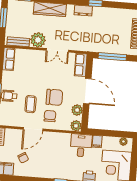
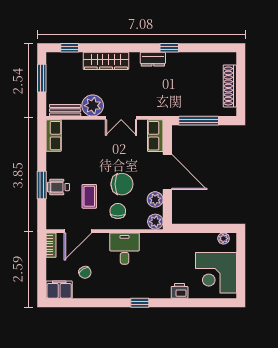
door: (33, 129) -> (78, 231), moved
filing cabinet: (97, 141) -> (187, 241), removed
desk: (81, 145) -> (125, 249), moved

